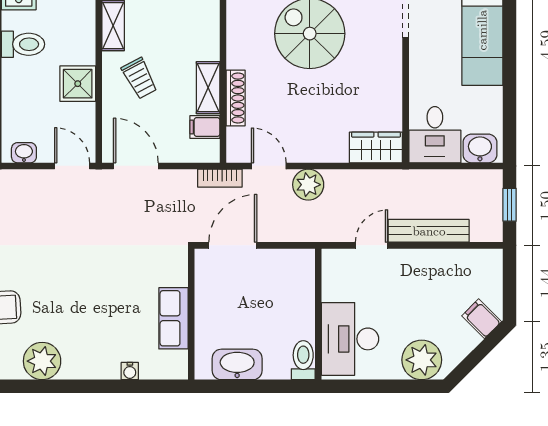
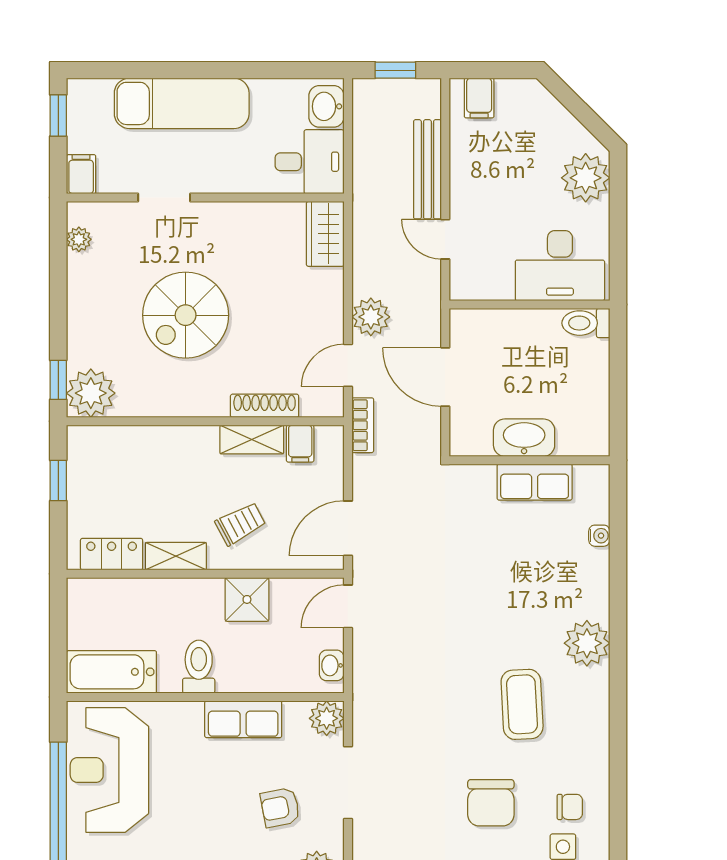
door: (233, 245) -> (445, 377), moved
filing cabinet: (482, 319) -> (479, 98), moved, turned -45
washbasin: (237, 364) -> (524, 438), moved, turned 90

